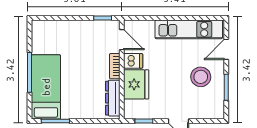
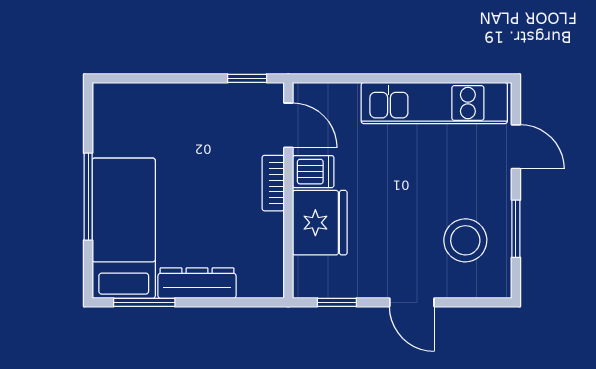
door: (226, 49) -> (516, 147), swing flipped
stool: (201, 77) -> (465, 240), moved
dresser: (113, 98) -> (197, 283), moved, turned 90

